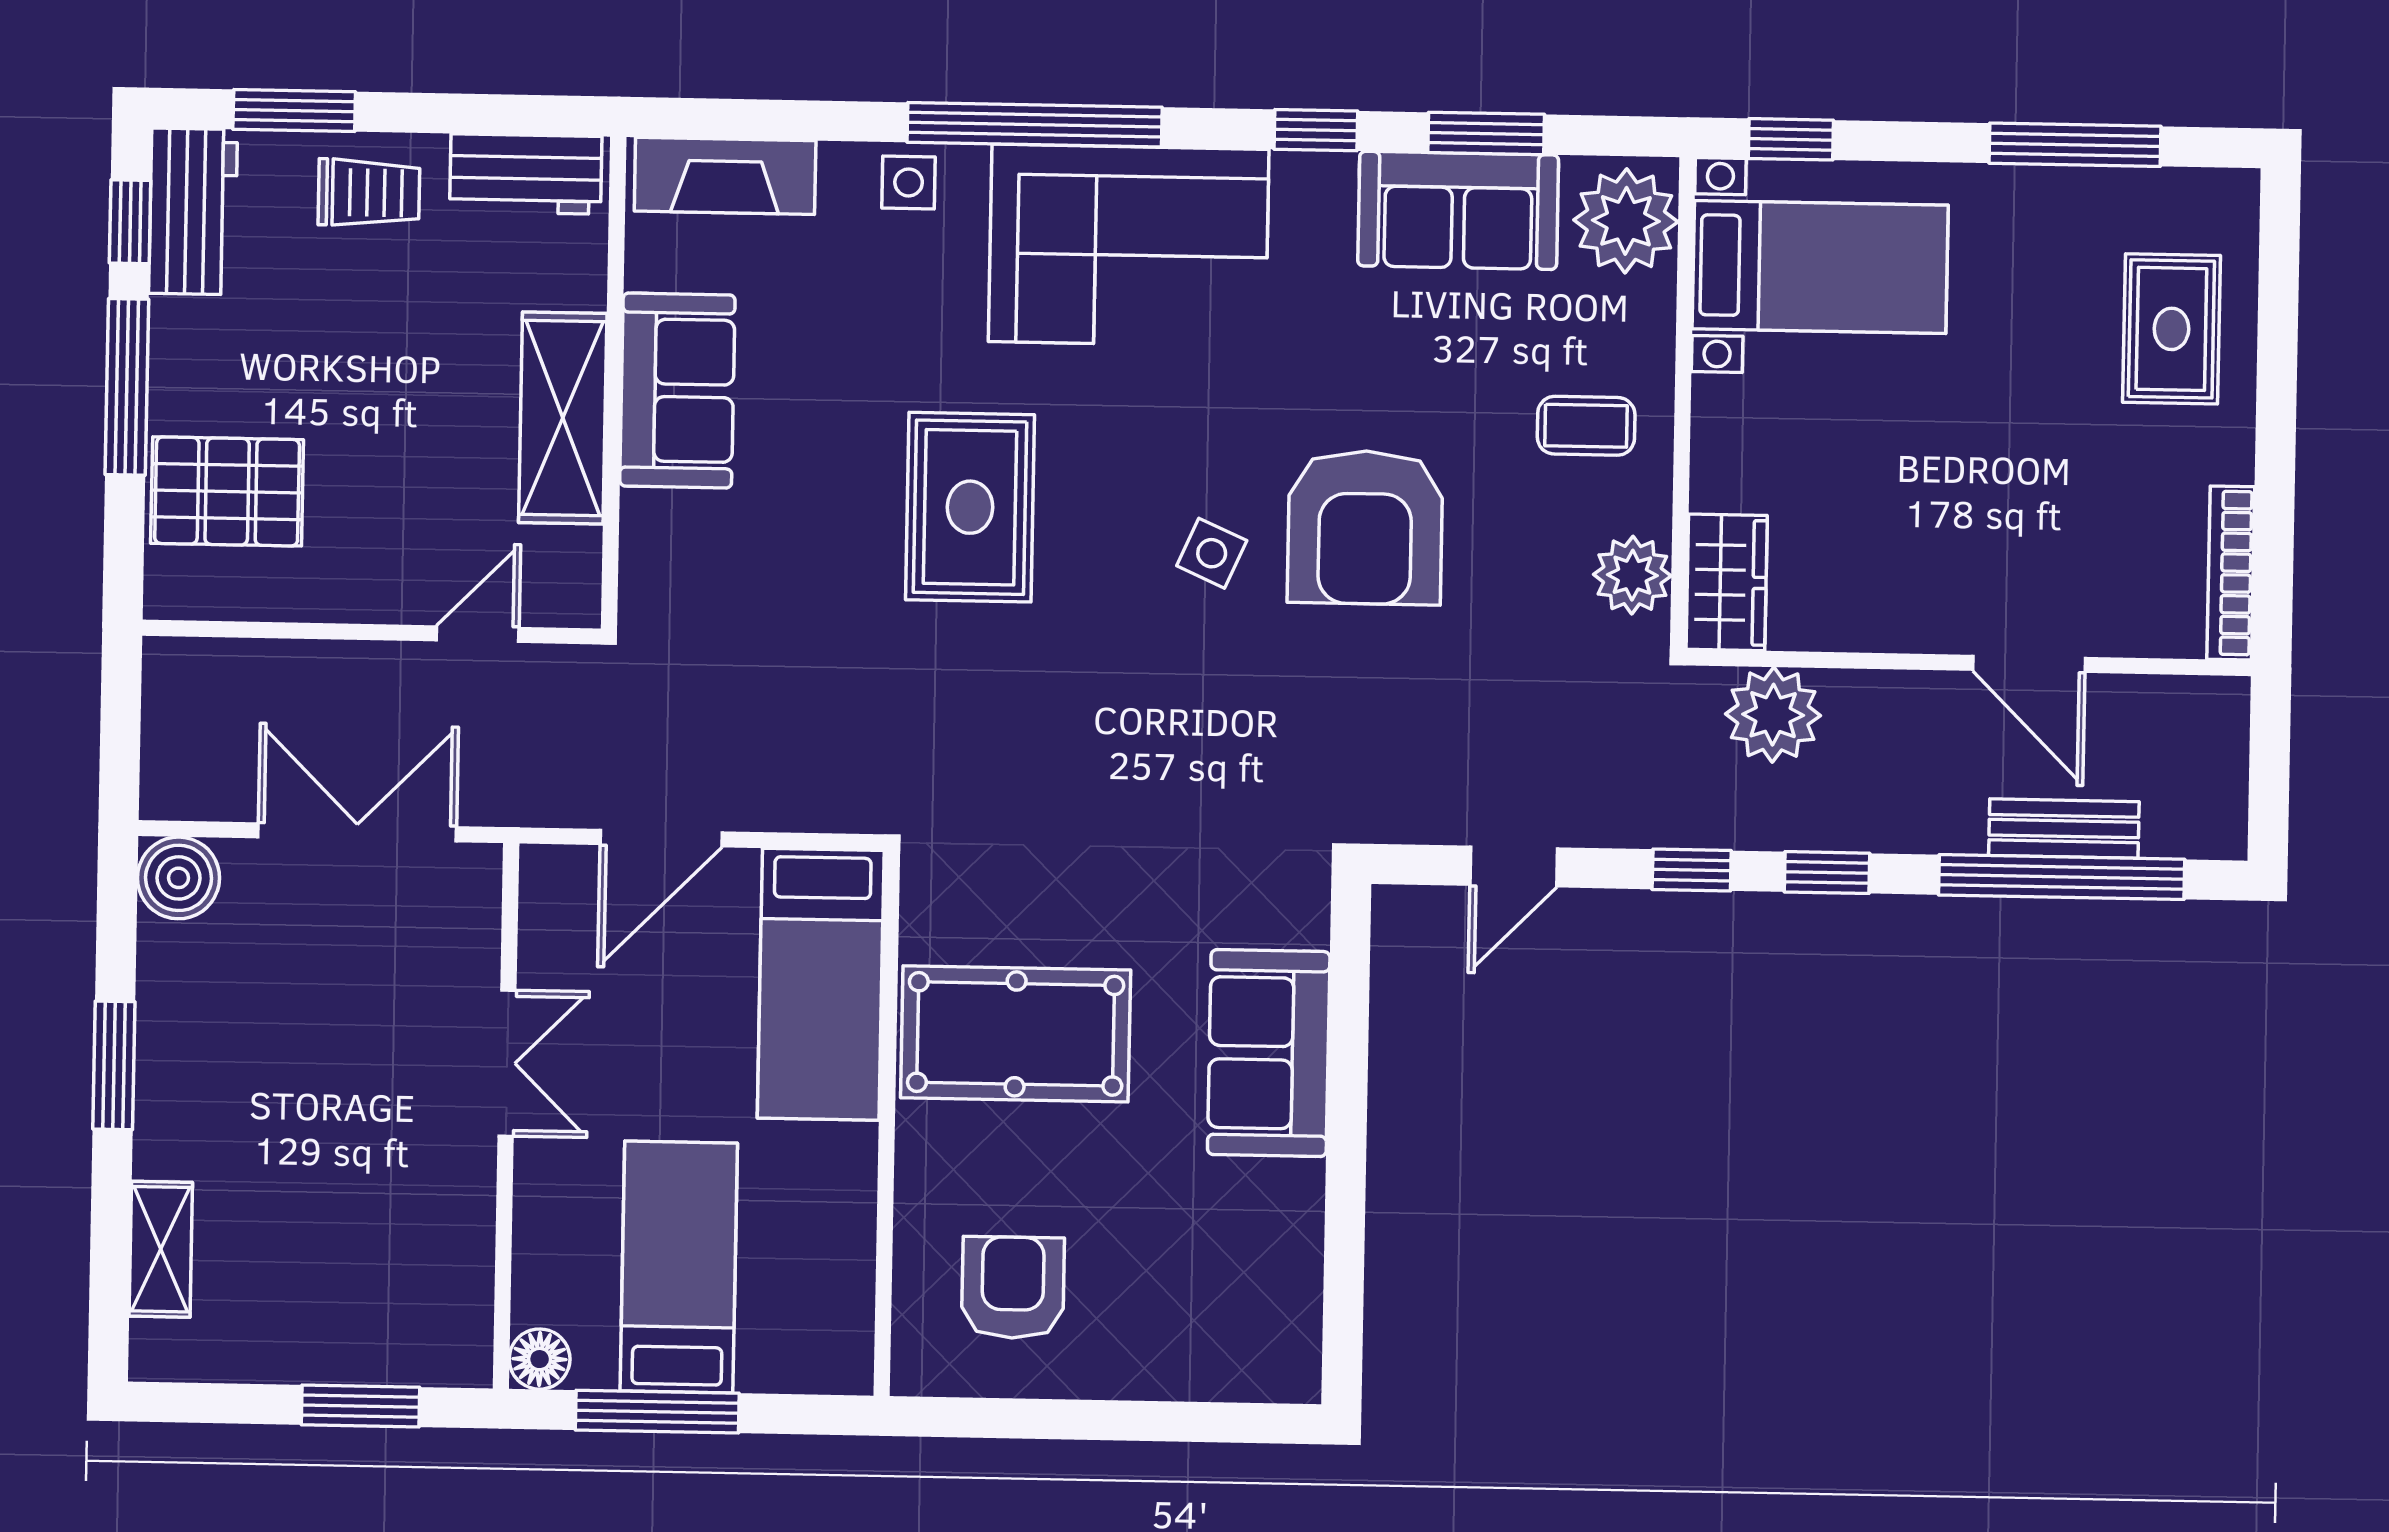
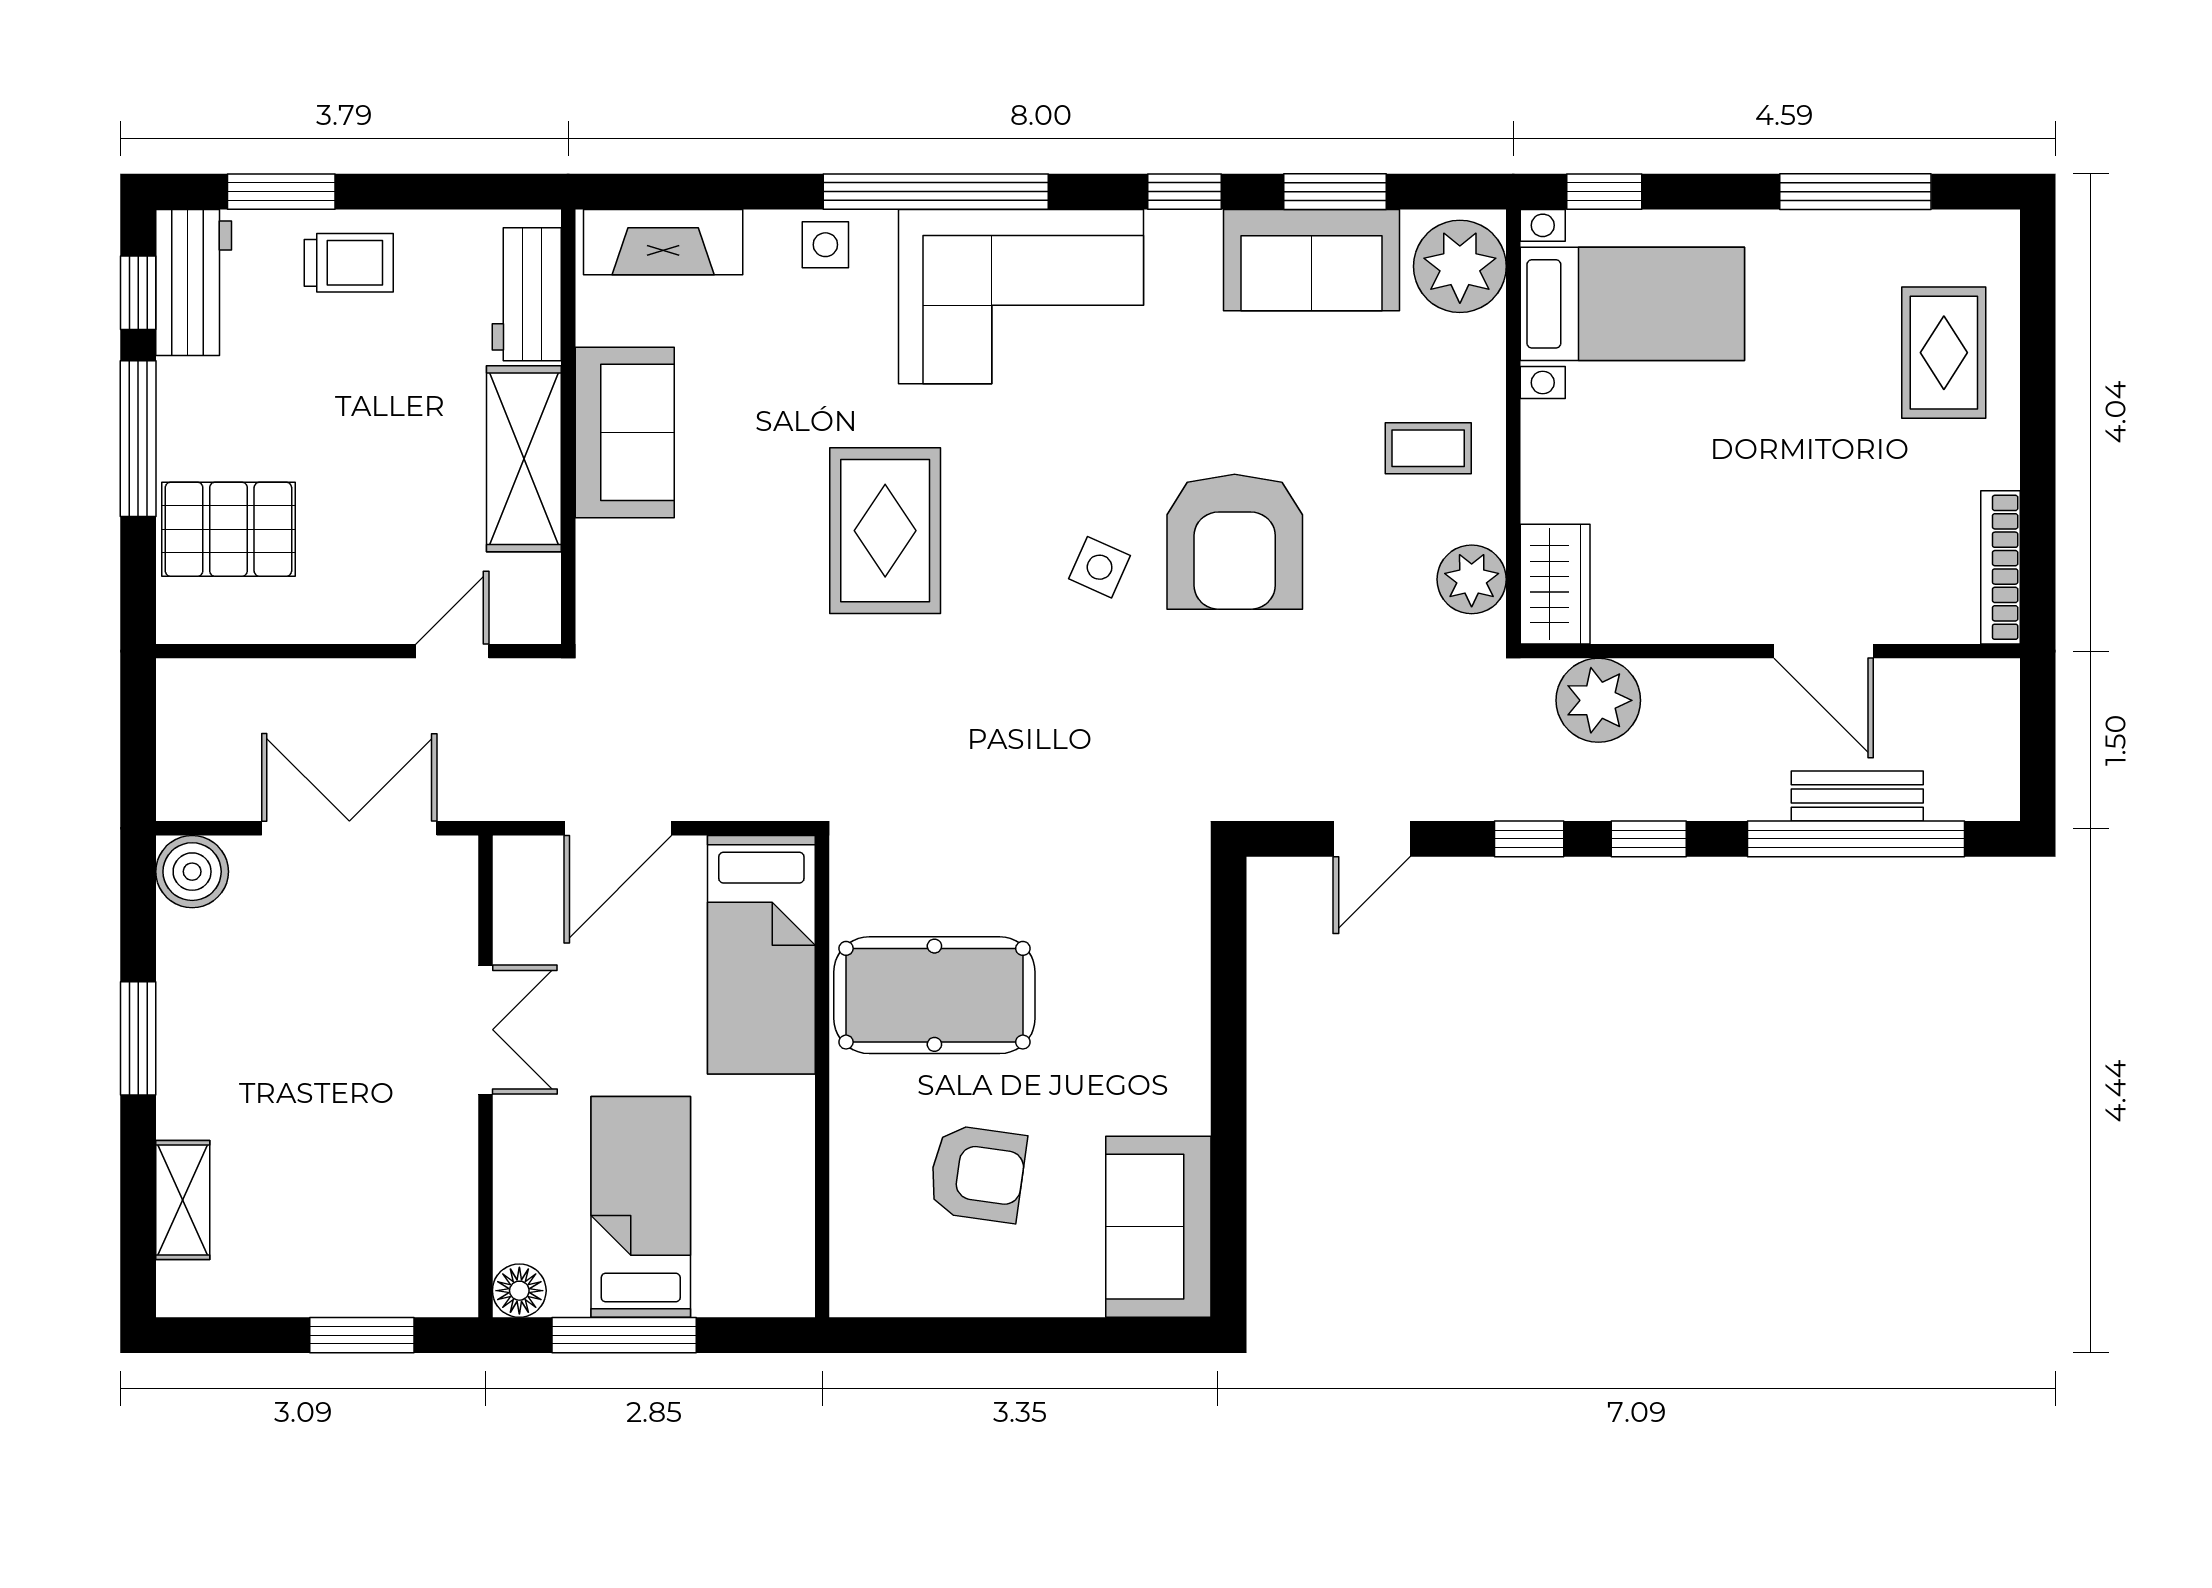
workbench: (526, 174) -> (527, 294), moved, turned 90
sofa: (1269, 1053) -> (1158, 1227), moved
armchair: (1013, 1288) -> (977, 1174), moved, turned 98

